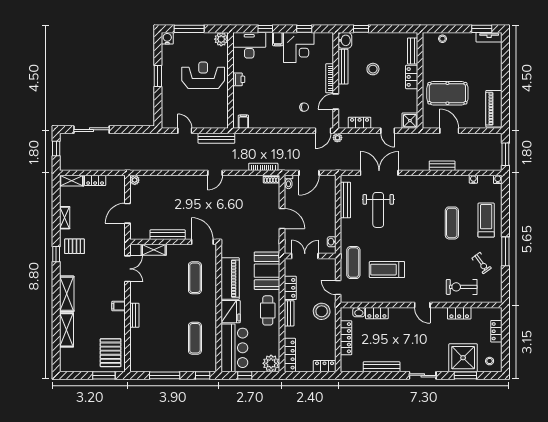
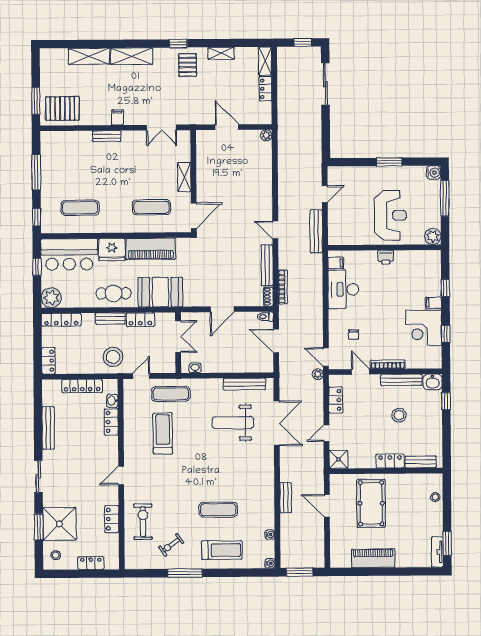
desk: (249, 45) -> (343, 289), moved, turned 180
piano: (494, 109) -> (373, 558), moved
door: (449, 131) -> (327, 506), swing flipped
bench: (168, 235) -> (267, 265), moved
shelving: (154, 250) -> (184, 177), moved

